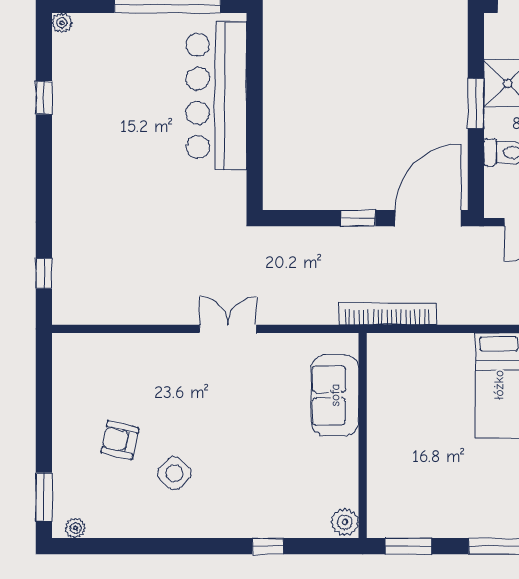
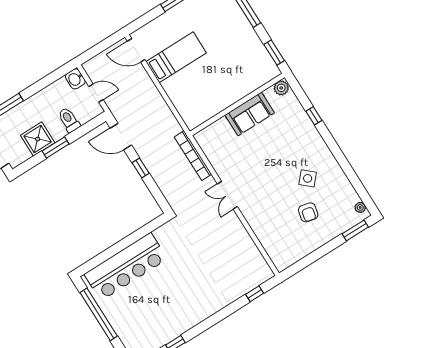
door: (428, 218) -> (121, 137), width x0.73
bookcase: (387, 314) -> (193, 156), moved
sofa: (335, 395) -> (250, 114), moved

